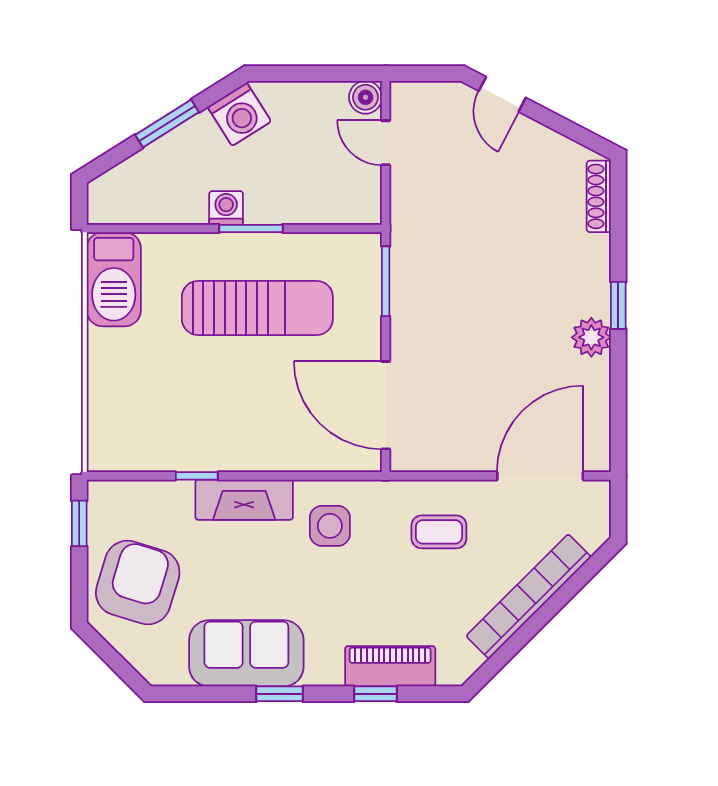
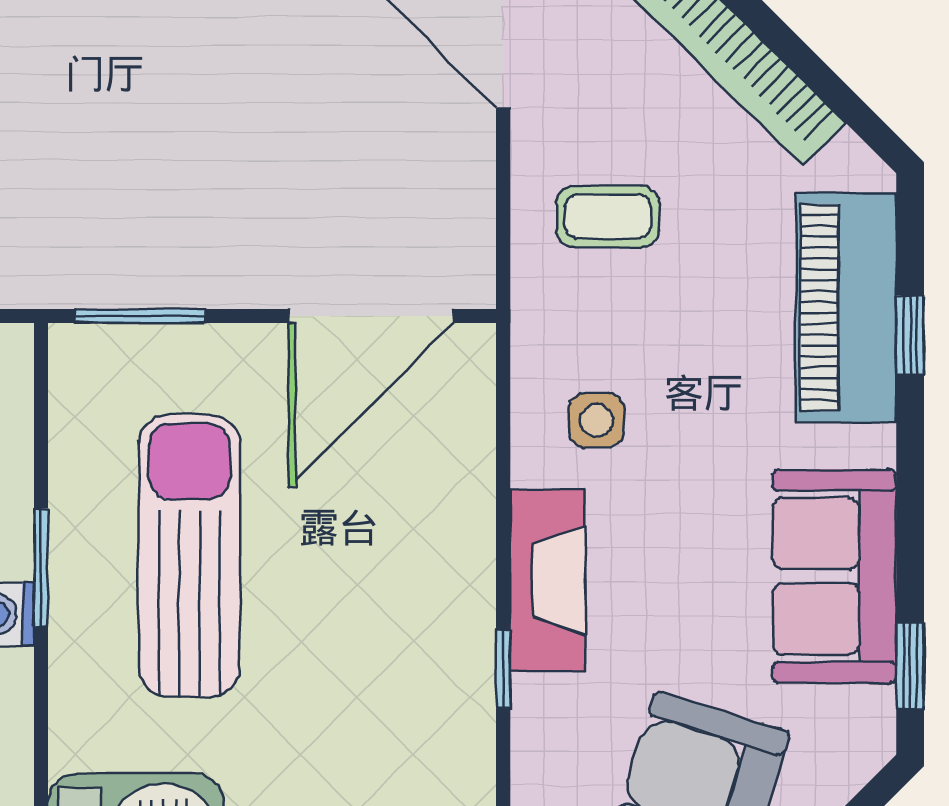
side table: (330, 526) -> (596, 420), width x0.73, depth x0.73
coffee table: (439, 532) -> (608, 216), turned 90
piano: (390, 666) -> (846, 308), width x1.37, depth x1.33
window: (279, 694) -> (910, 666), moved

